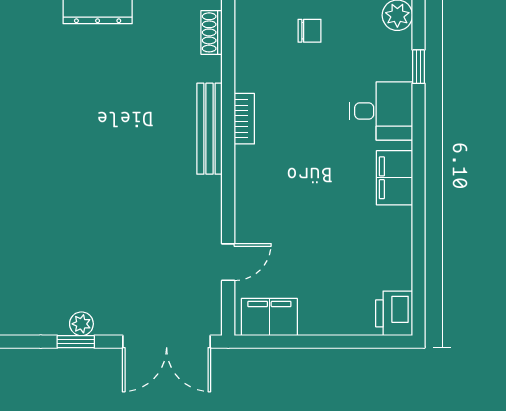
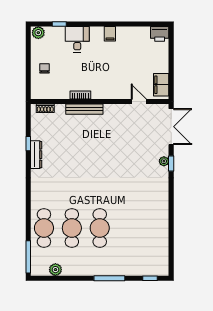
filing cabinet: (395, 178) -> (110, 34), width x0.50

